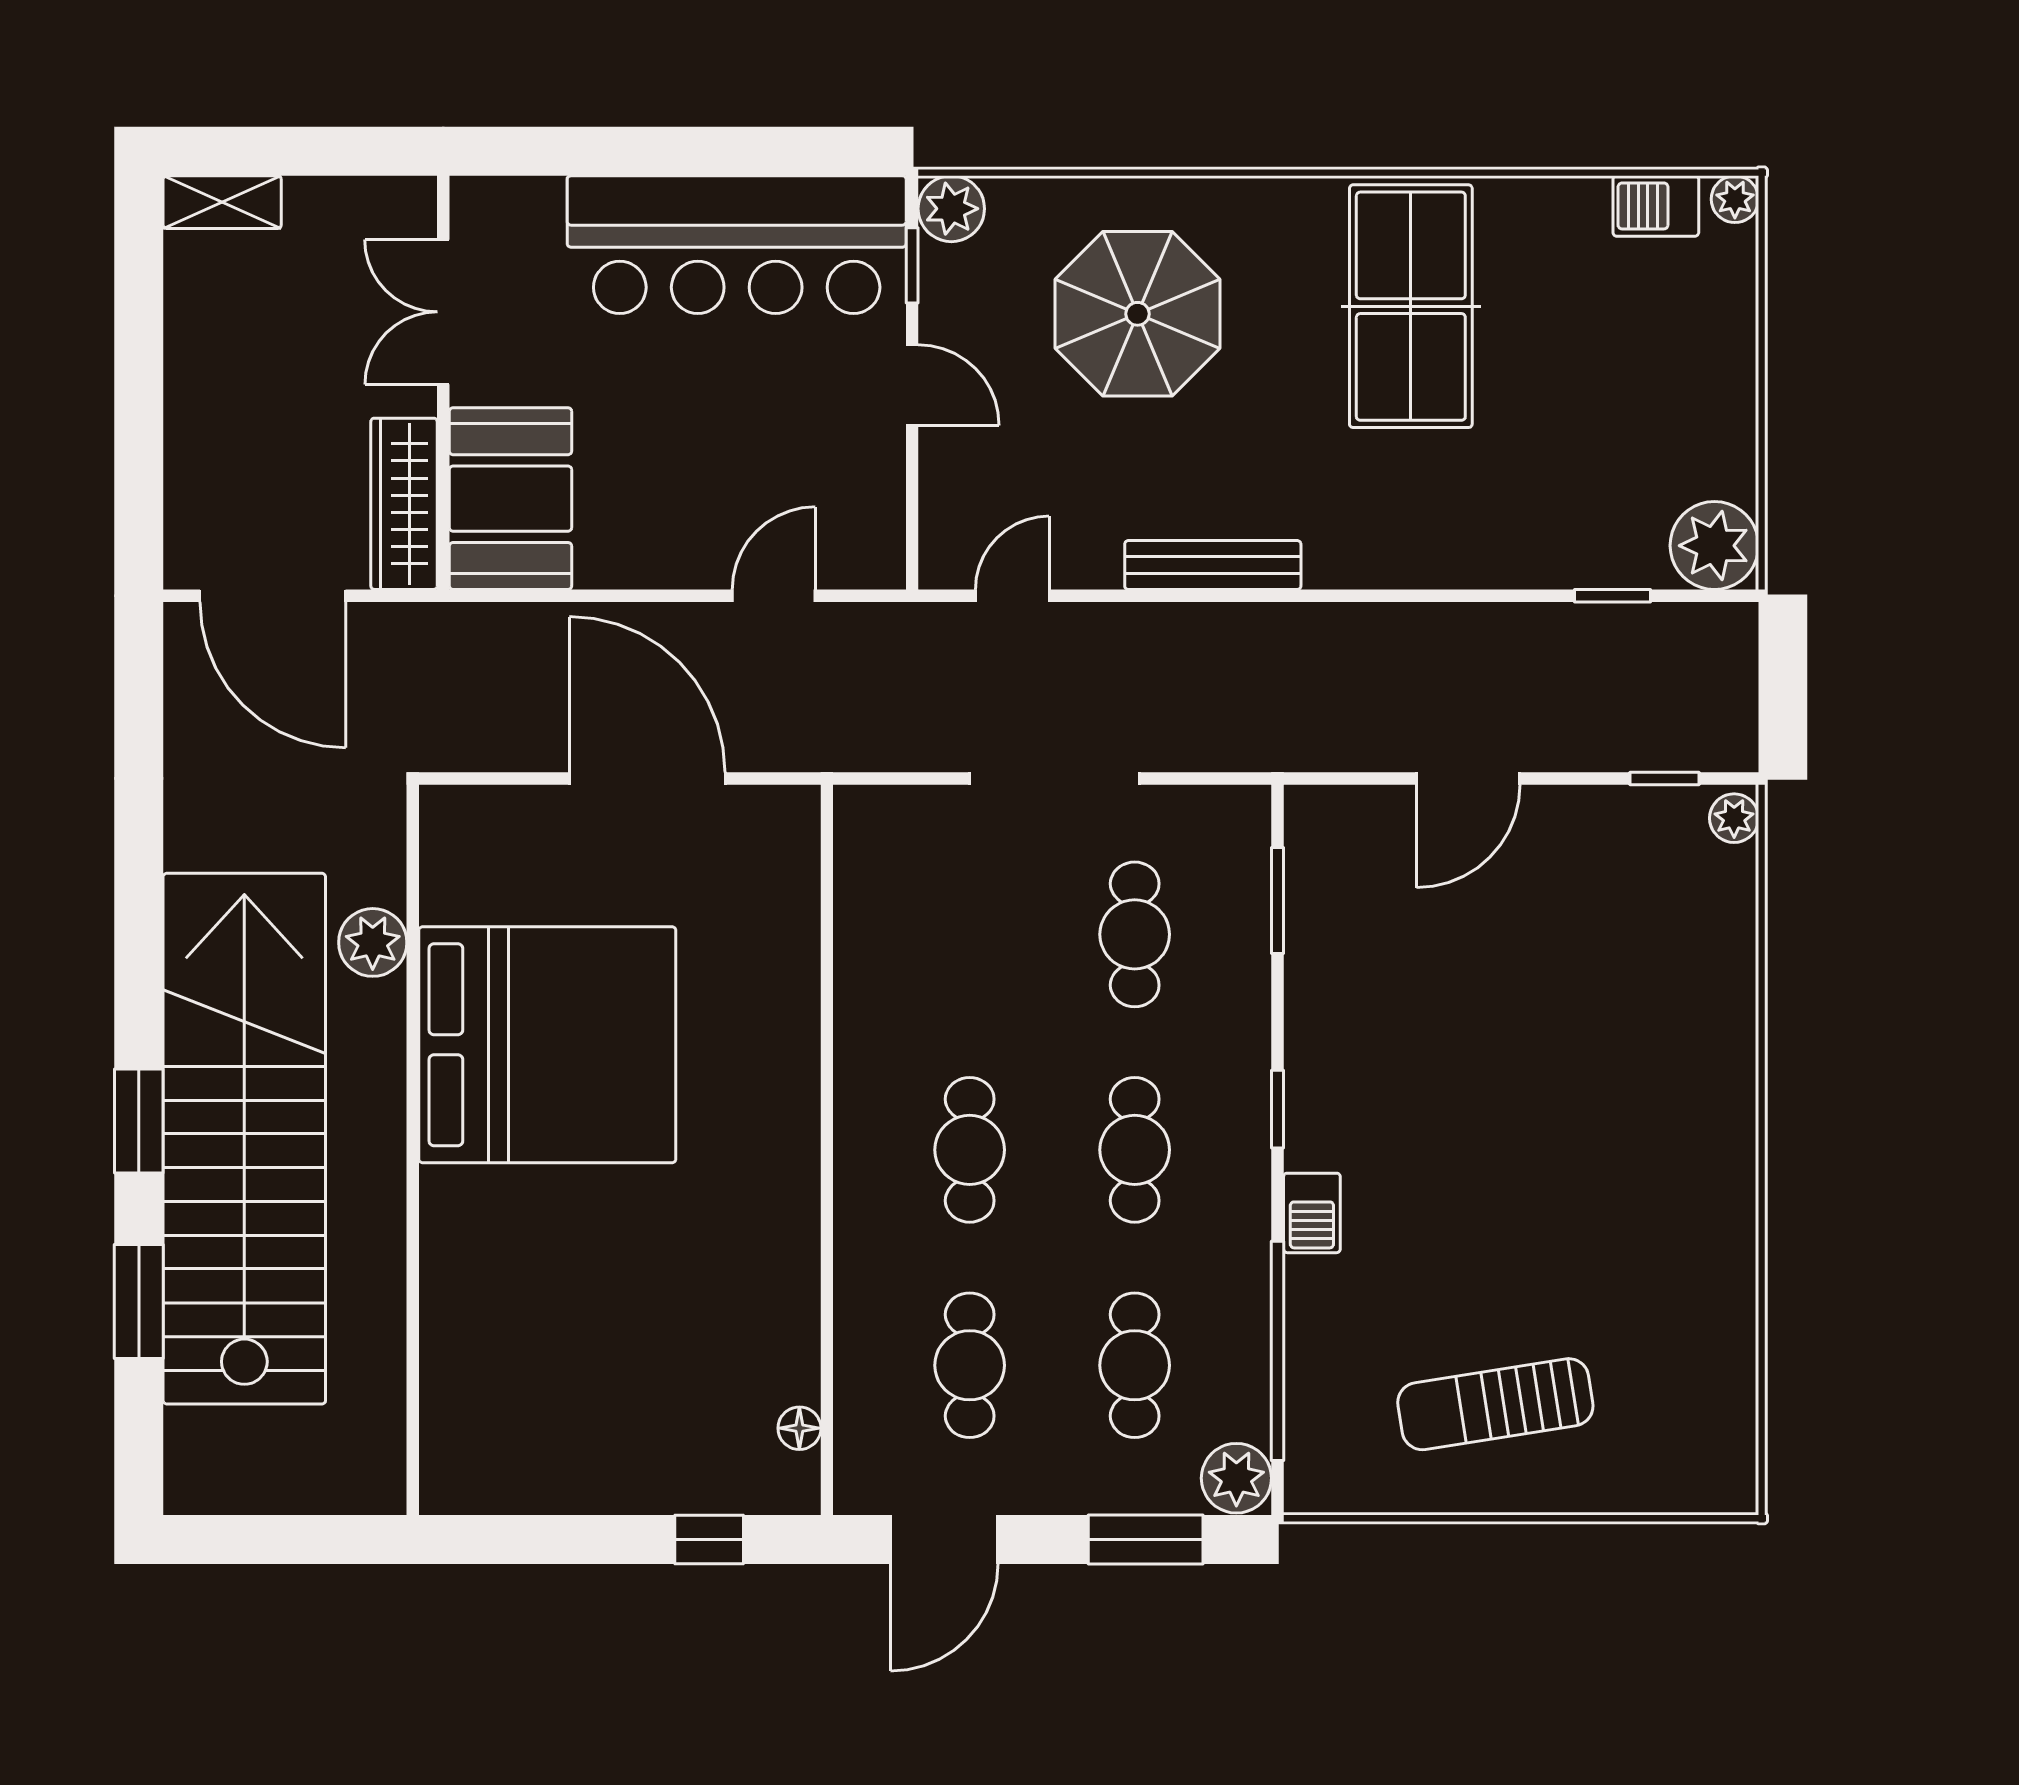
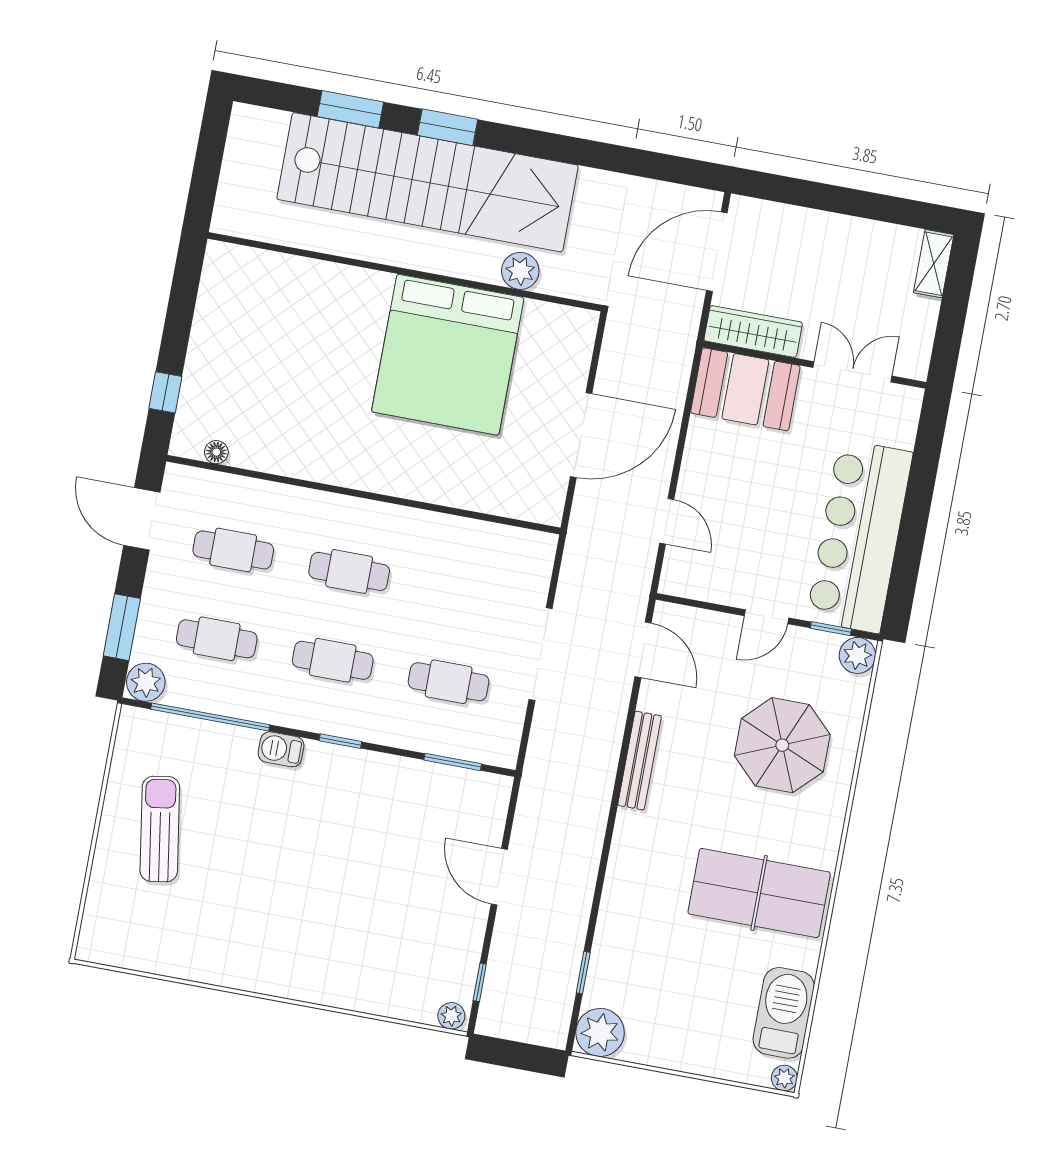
barbecue: (1656, 206) -> (784, 1013), width x1.88, depth x1.53
door: (1012, 596) -> (643, 650), width x1.38

